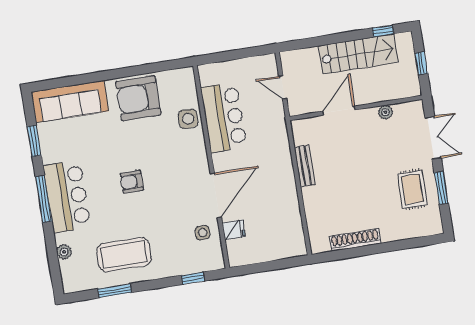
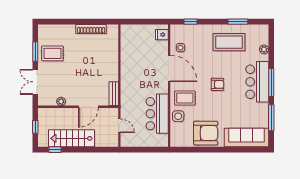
window: (34, 141) -> (271, 118), width x1.44
rug: (182, 151) -> (185, 98), added
bench: (305, 166) -> (114, 94), moved
rug: (412, 189) -> (52, 53), turned 90
door: (216, 195) -> (169, 68), swing flipped
fridge: (234, 230) -> (162, 35), moved

